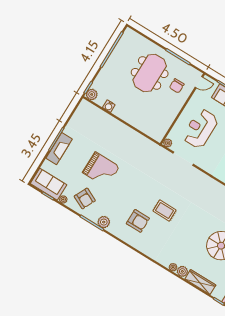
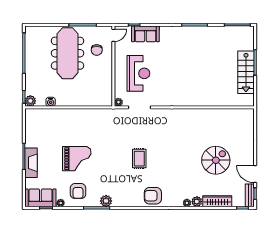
meeting table: (150, 73) -> (68, 53), width x1.36
reception desk: (200, 129) -> (138, 73), turned 180
armchair: (85, 198) -> (78, 191), turned 64
rug: (165, 211) -> (139, 159), moved, turned 90
armchair: (138, 221) -> (153, 196), moved, turned 180

